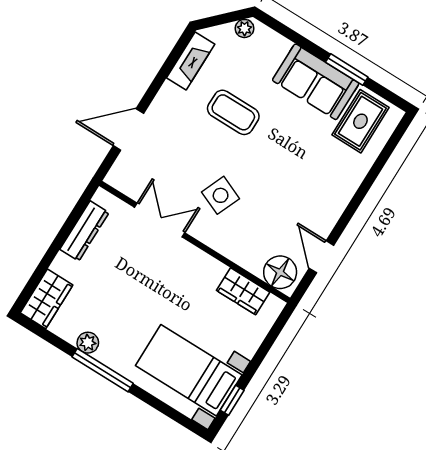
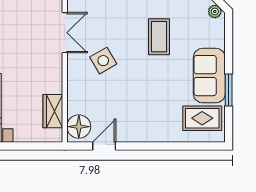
side table: (221, 195) -> (103, 61), turned 37

